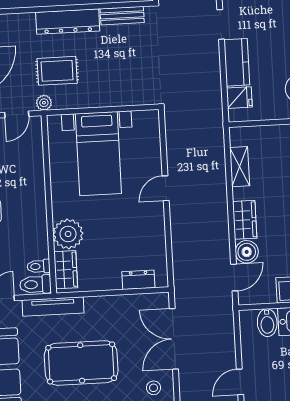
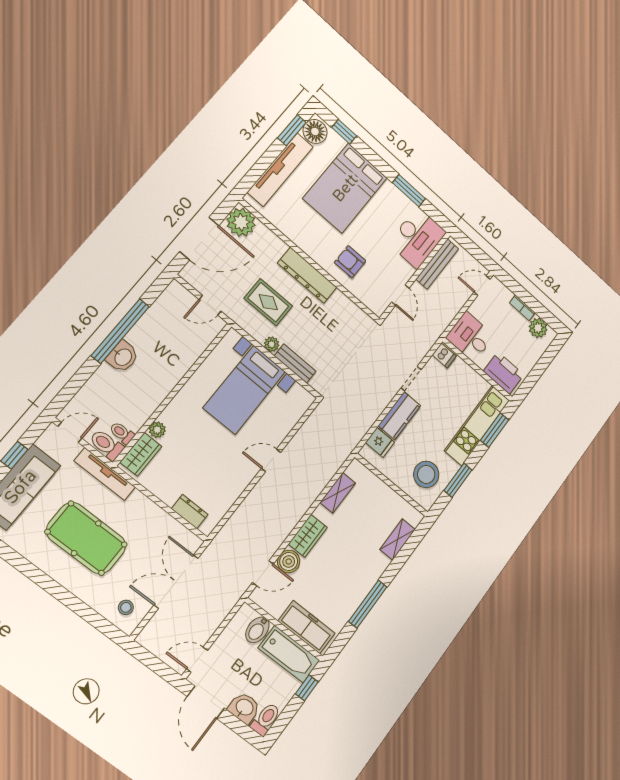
bench: (122, 16) -> (295, 364), moved
plant: (44, 103) -> (272, 344), moved
plant: (68, 234) -> (157, 430), width x0.53, depth x0.53

